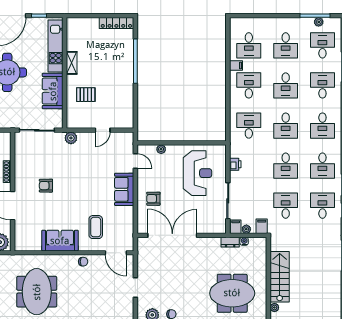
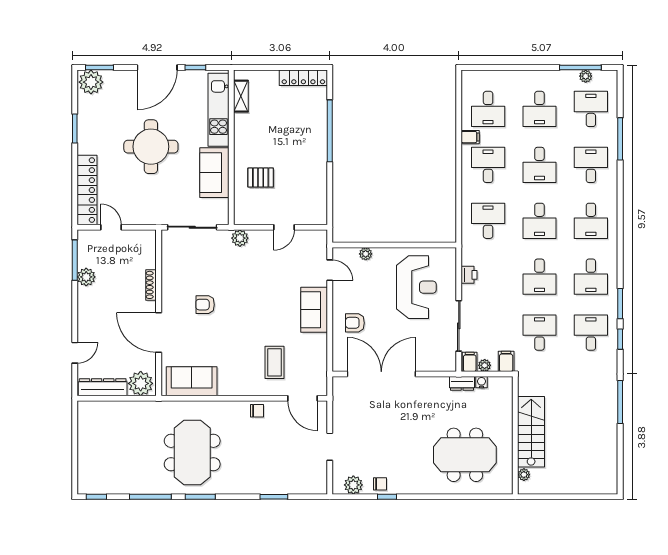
shelving: (72, 63) -> (241, 96), moved
sofa: (60, 241) -> (192, 381), moved

